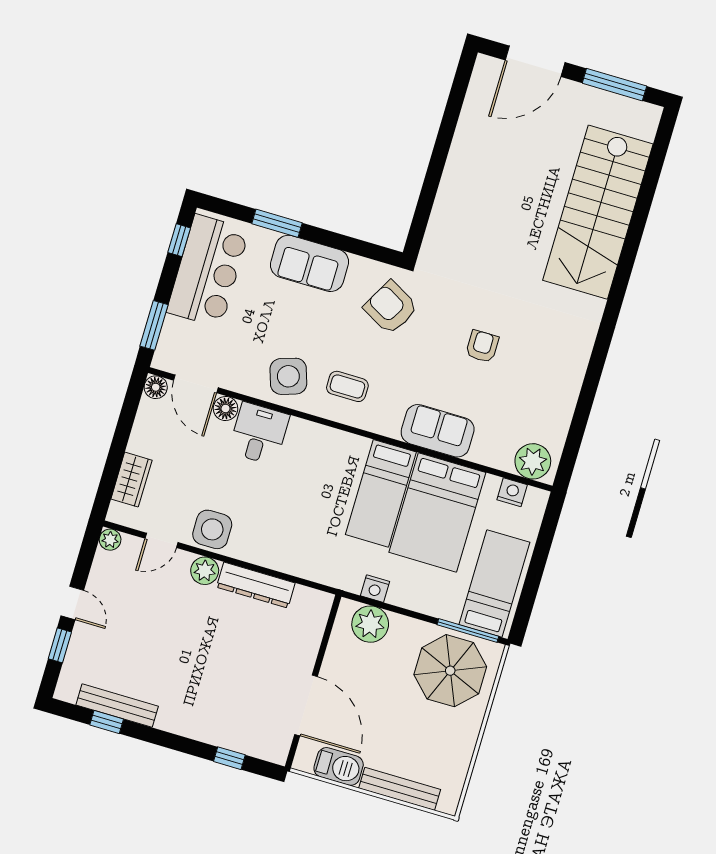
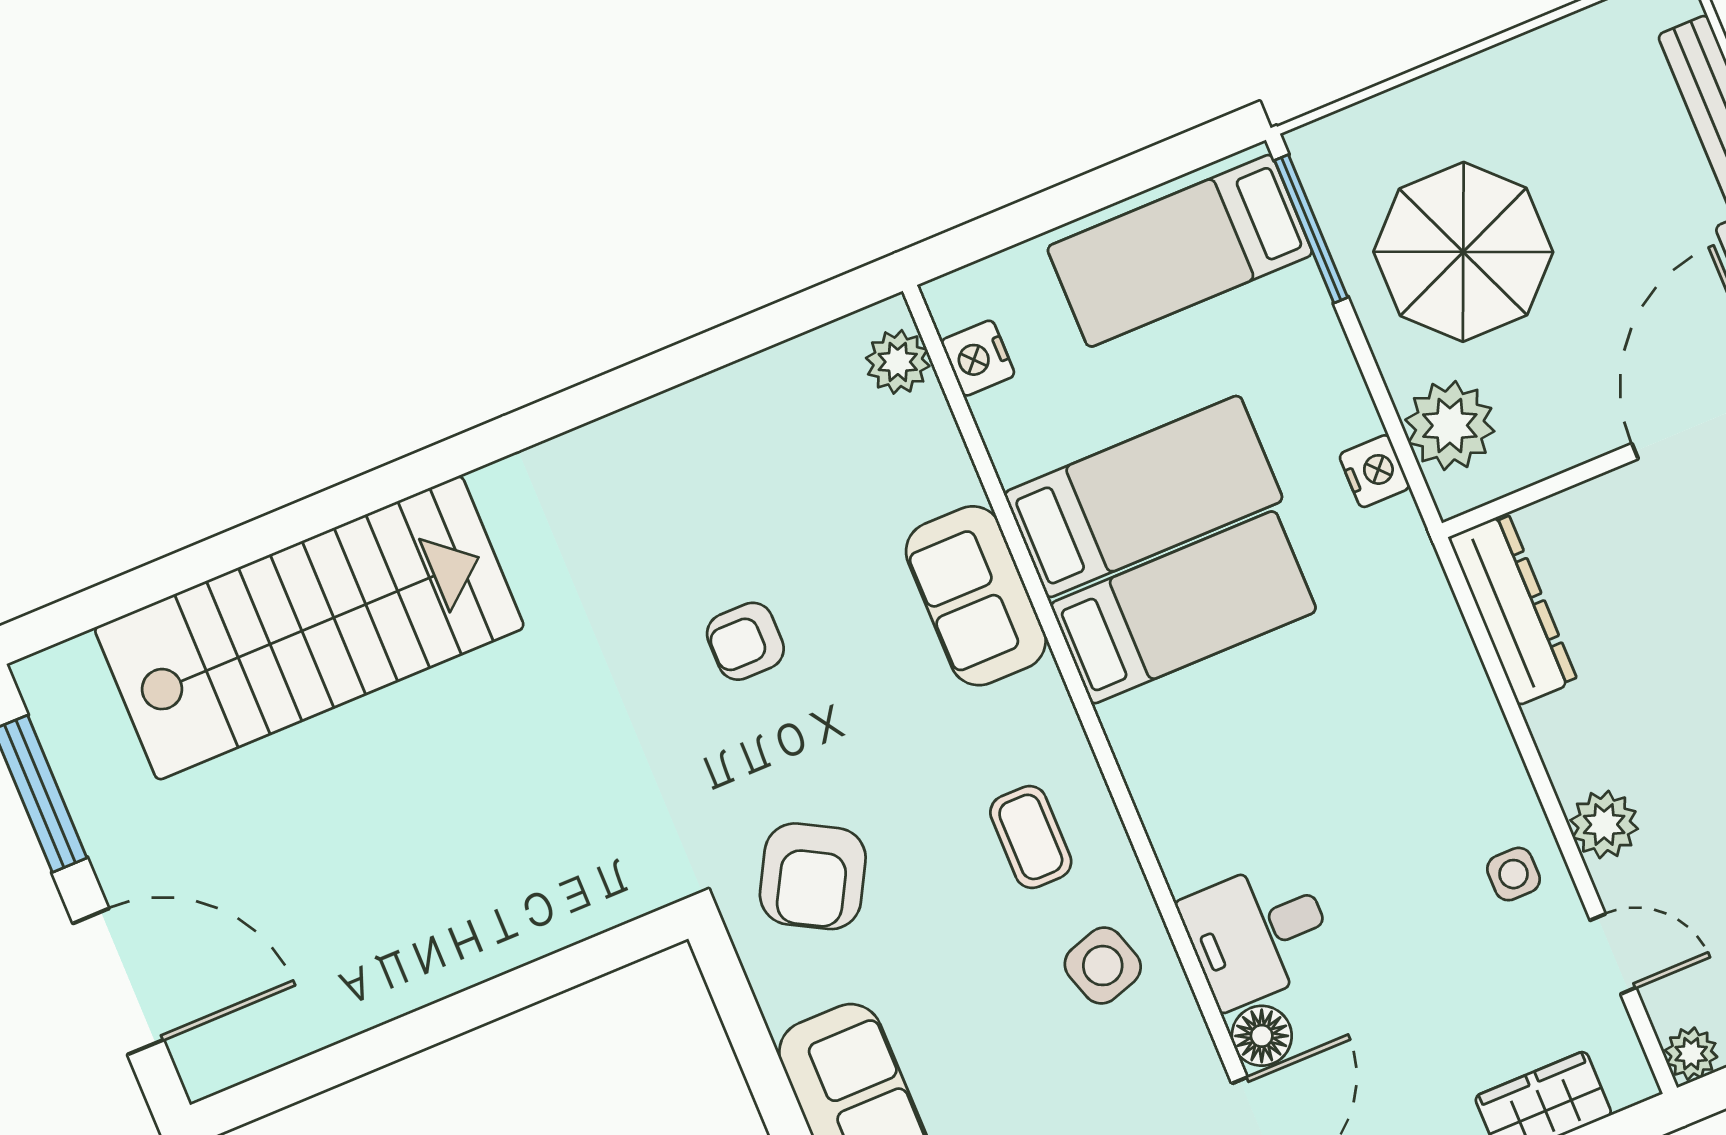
side table: (288, 376) -> (1103, 966), width x0.73, depth x0.73
plant: (533, 461) -> (898, 362), width x0.73, depth x0.73
bed: (437, 512) -> (1144, 496), width x0.67
side table: (212, 529) -> (1514, 874), width x0.54, depth x0.54
dresser: (256, 585) -> (1513, 609), moved
parasol: (450, 671) -> (1463, 252), moved

